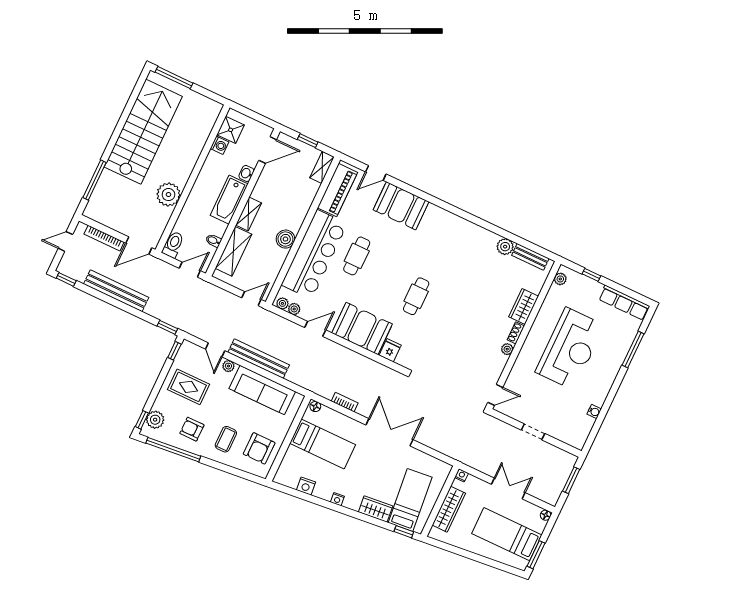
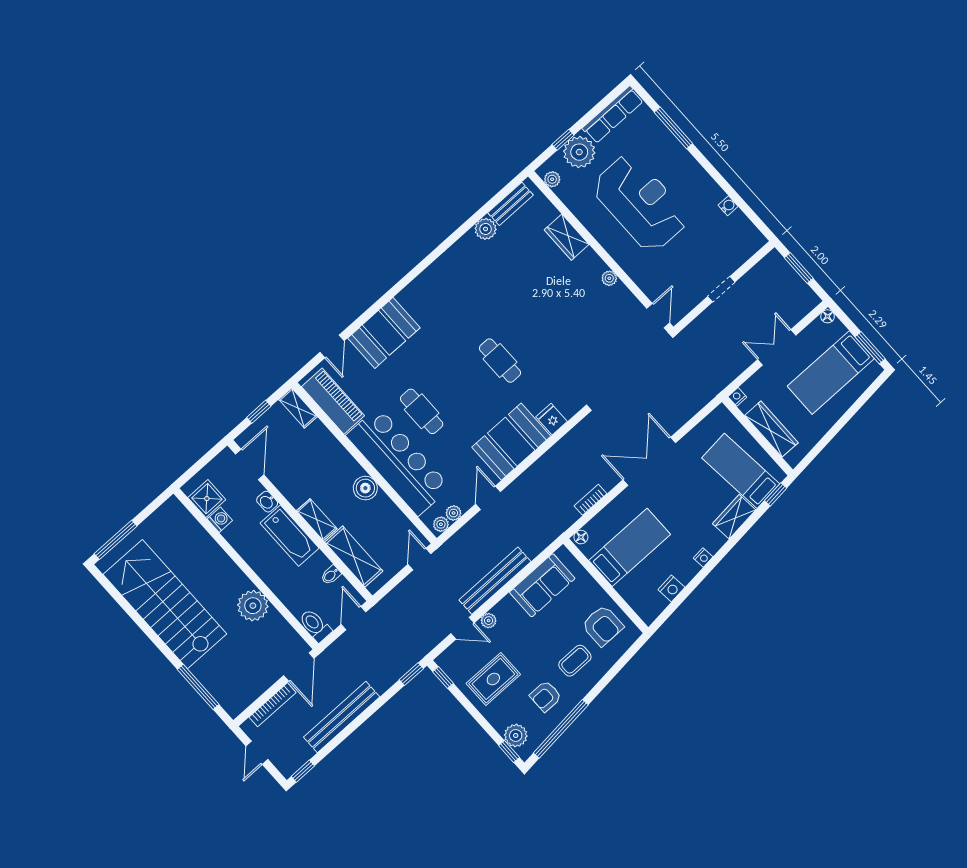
plant: (588, 290) -> (579, 152), added
shoe rack: (516, 333) -> (594, 260), removed
sofa: (262, 390) -> (542, 585), width x0.73
coffee table: (226, 439) -> (575, 661), turned 90

